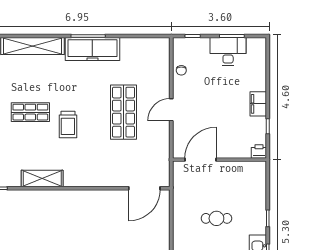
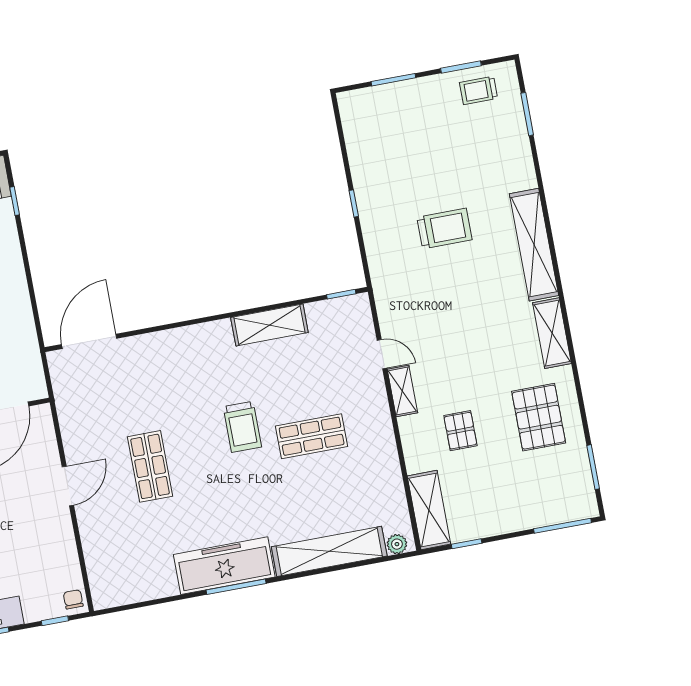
chair: (181, 70) -> (73, 599), moved
shop shelf: (123, 112) -> (150, 466), width x0.70, depth x0.74
trolley: (68, 125) -> (242, 427), turned 180

